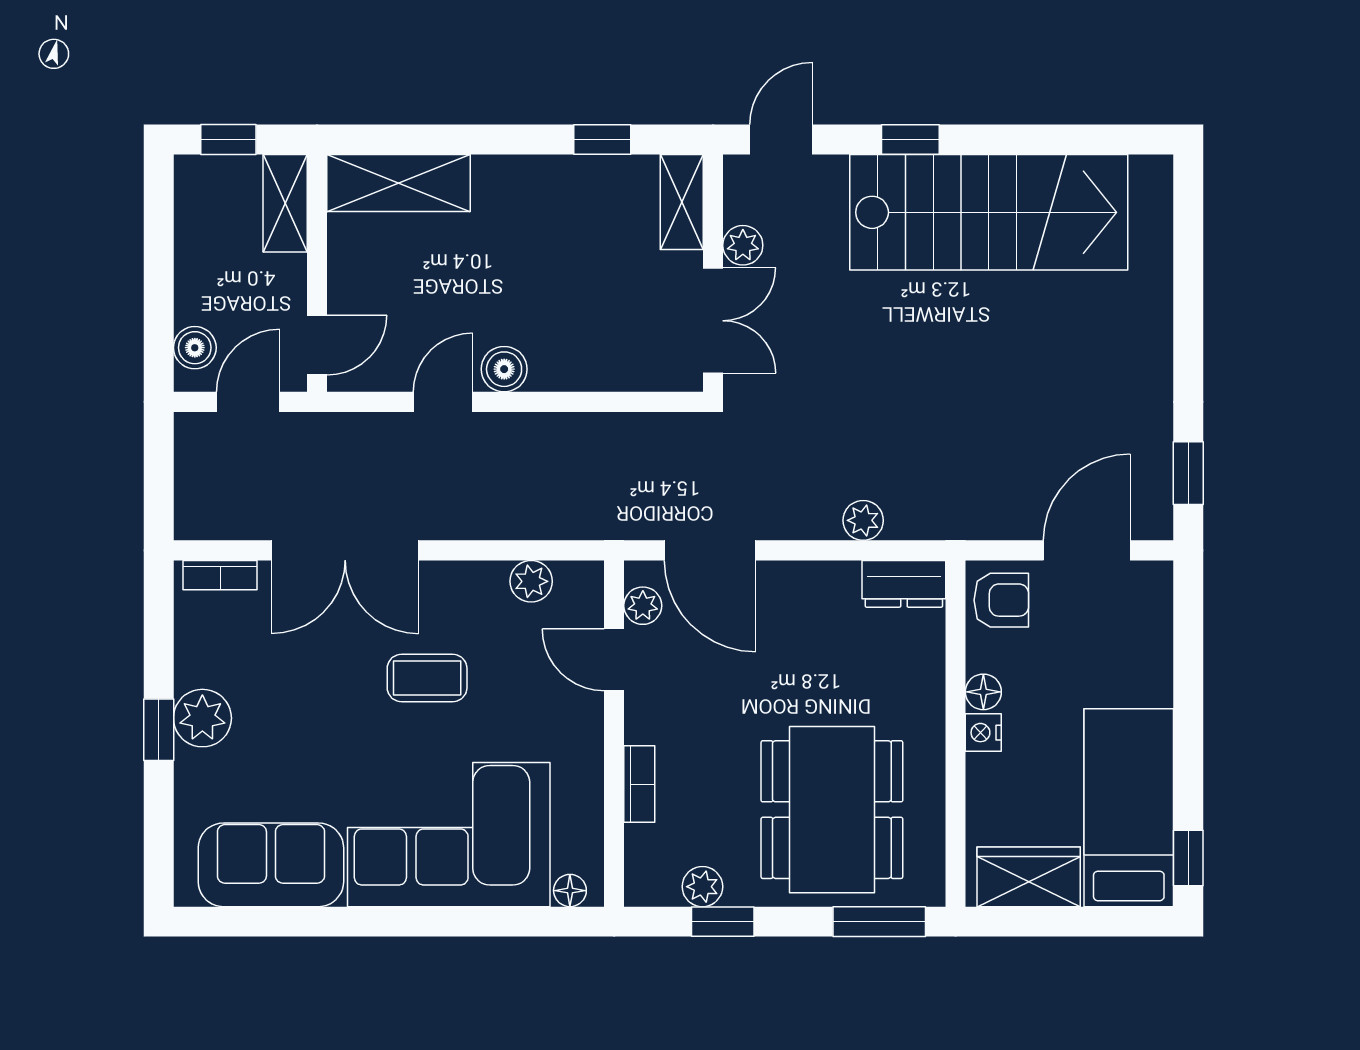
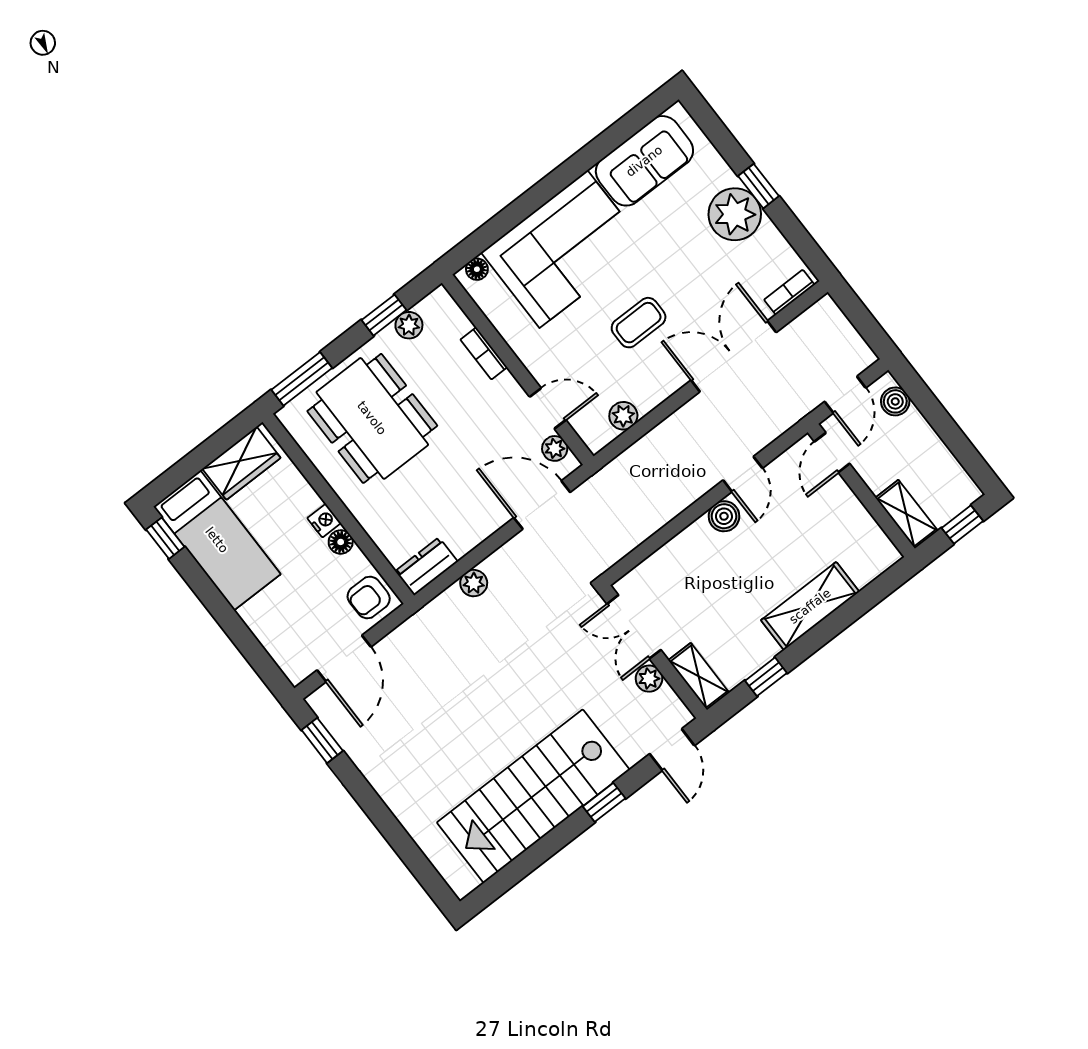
shelving: (399, 183) -> (810, 606), moved
plant: (202, 718) -> (735, 214), width x1.36, depth x1.36

